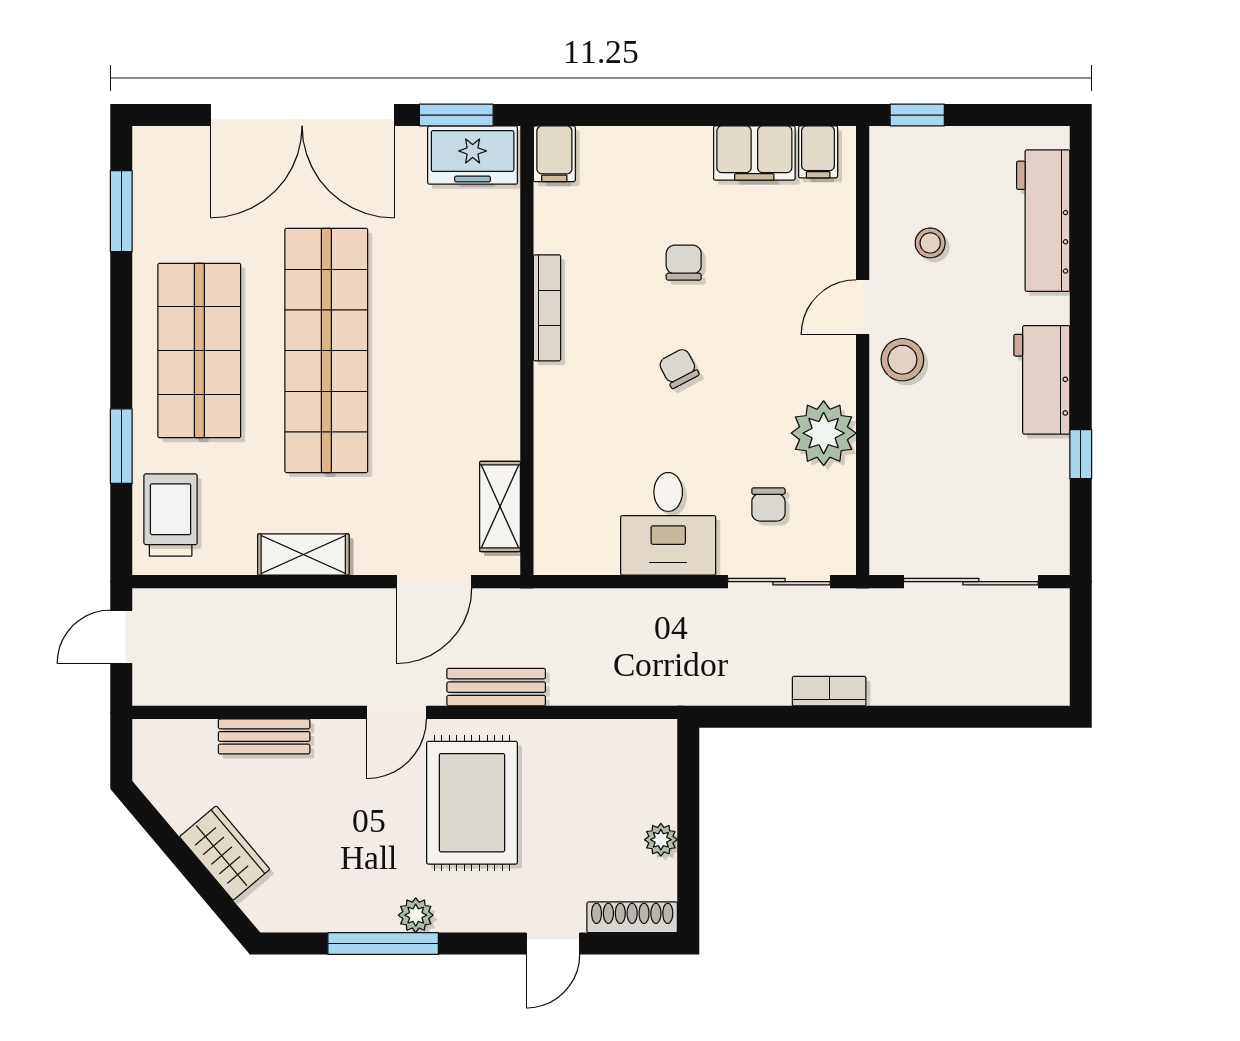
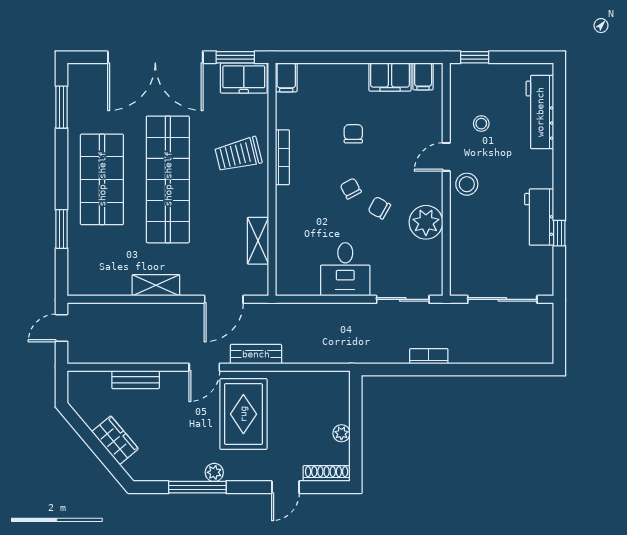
workbench: (1042, 380) -> (539, 217), moved
chair: (768, 504) -> (379, 208), moved, turned 119
shelving: (500, 506) -> (258, 241), moved
trolley: (171, 515) -> (238, 154), moved, turned -104

